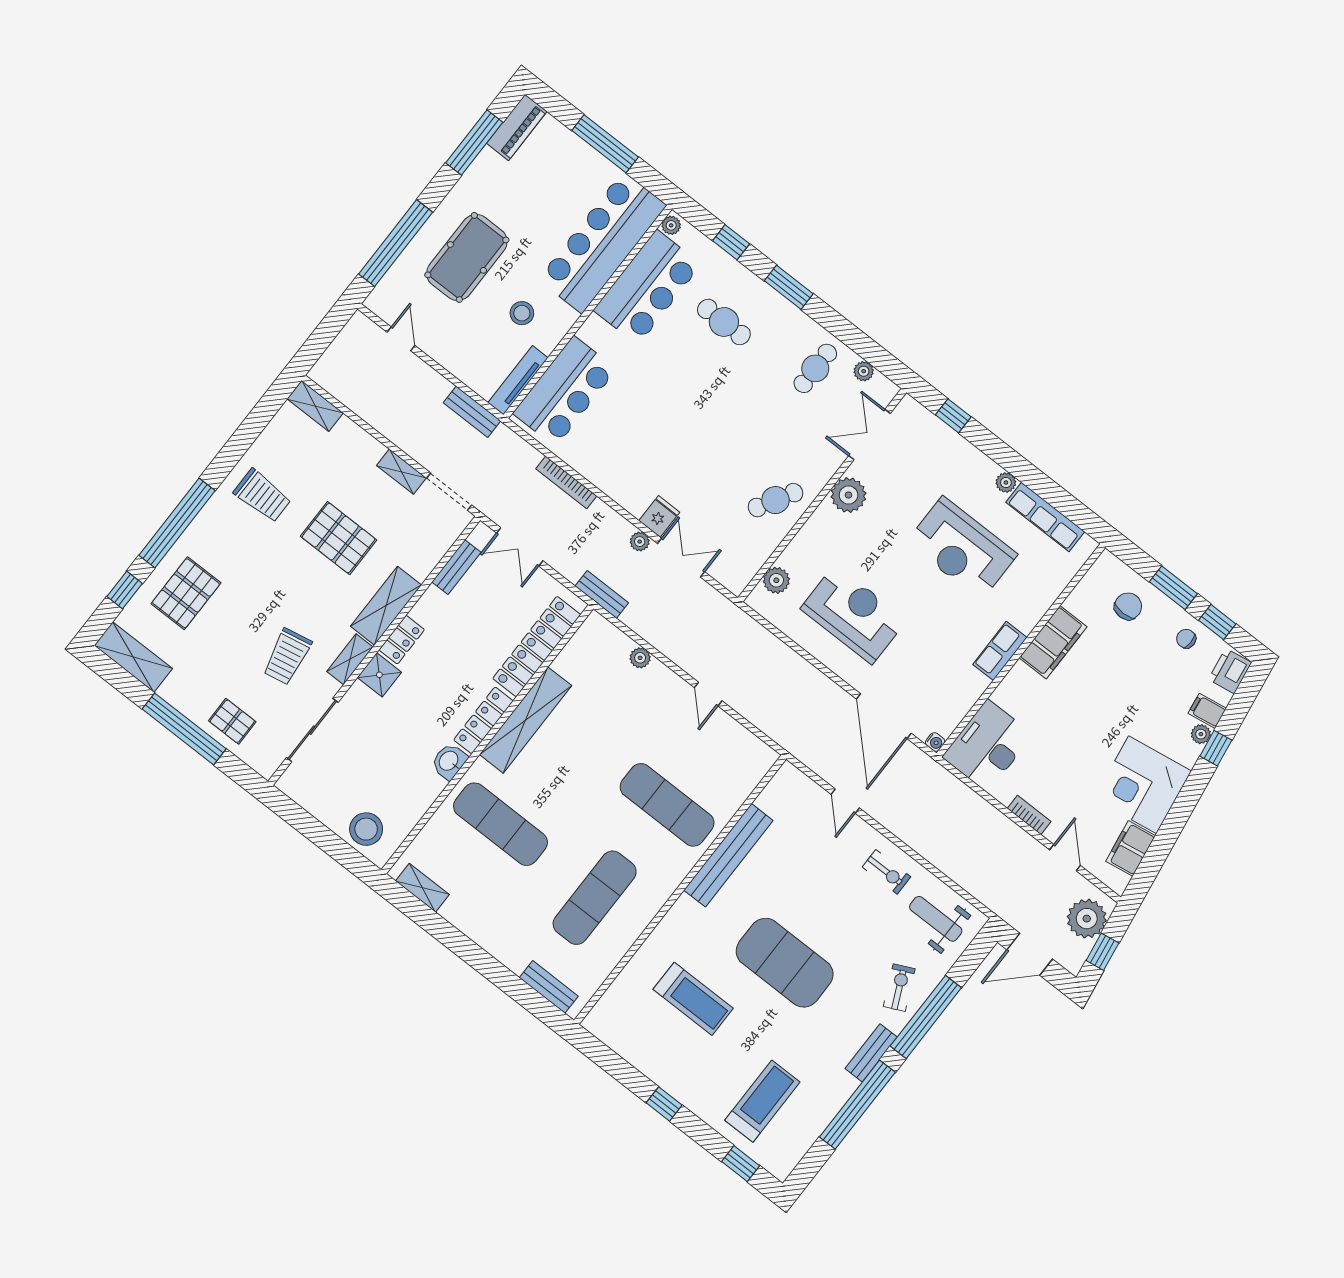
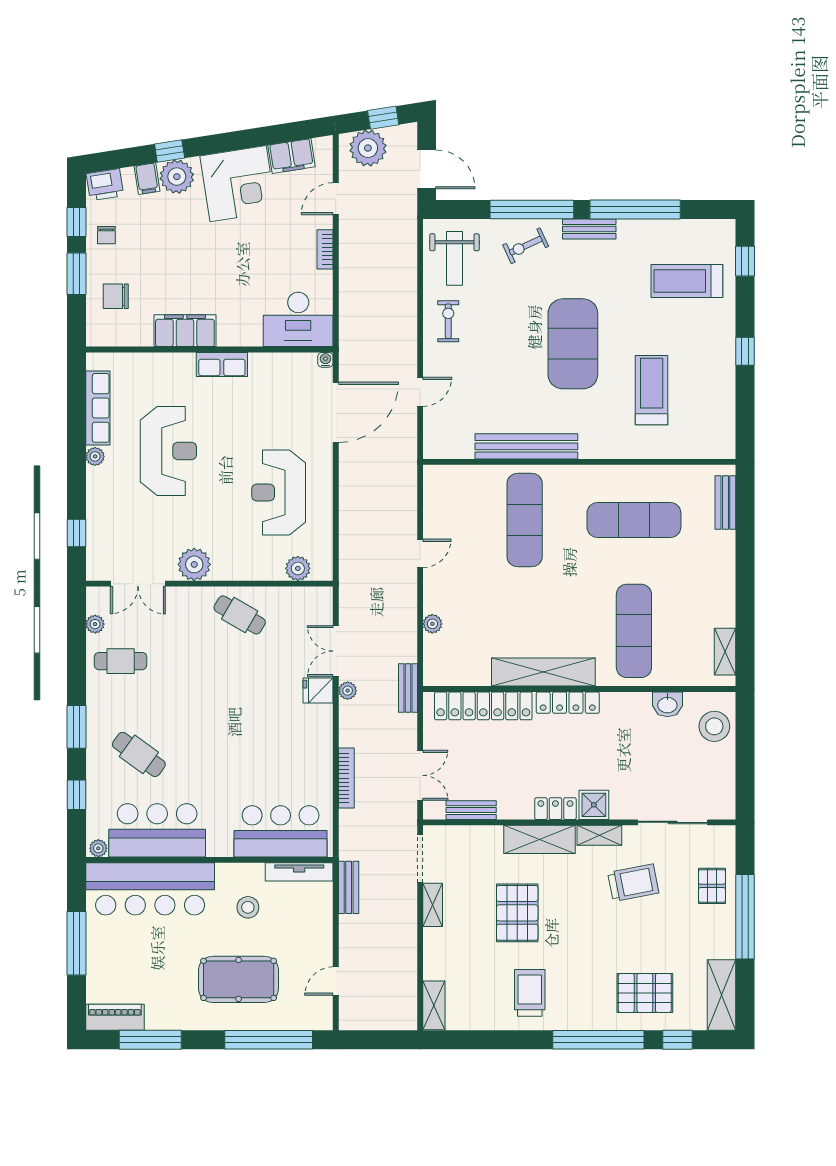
cafe table: (724, 322) -> (139, 754), turned -54
plant: (1201, 734) -> (177, 177), width x1.87, depth x1.87
washbasin: (449, 761) -> (667, 704), moved

